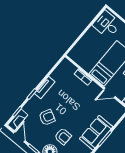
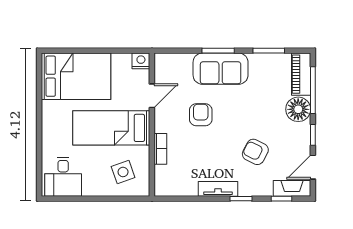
side table: (87, 52) -> (123, 172), added
door: (109, 93) -> (152, 96), hinge flipped
armchair: (63, 136) -> (201, 115), moved

